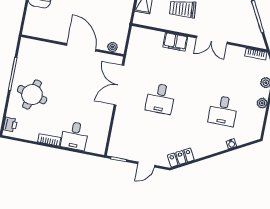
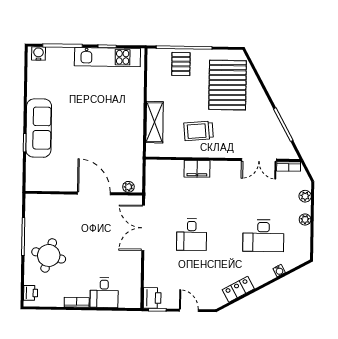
double door: (212, 40) -> (259, 160), moved
desk: (223, 111) -> (263, 236), width x1.37
printer: (116, 148) -> (152, 298), added
locker: (181, 157) -> (238, 289), moved
door: (146, 165) -> (189, 310), swing flipped

